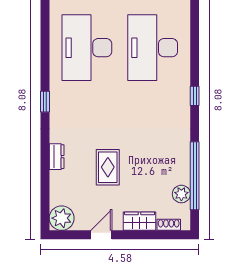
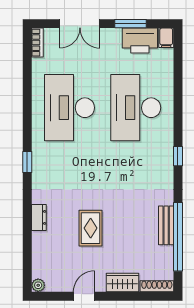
bench: (183, 164) -> (166, 225), added
plant: (181, 194) -> (165, 255), removed
plant: (62, 218) -> (38, 285), width x0.53, depth x0.53
shoe rack: (169, 225) -> (157, 286), width x1.43

